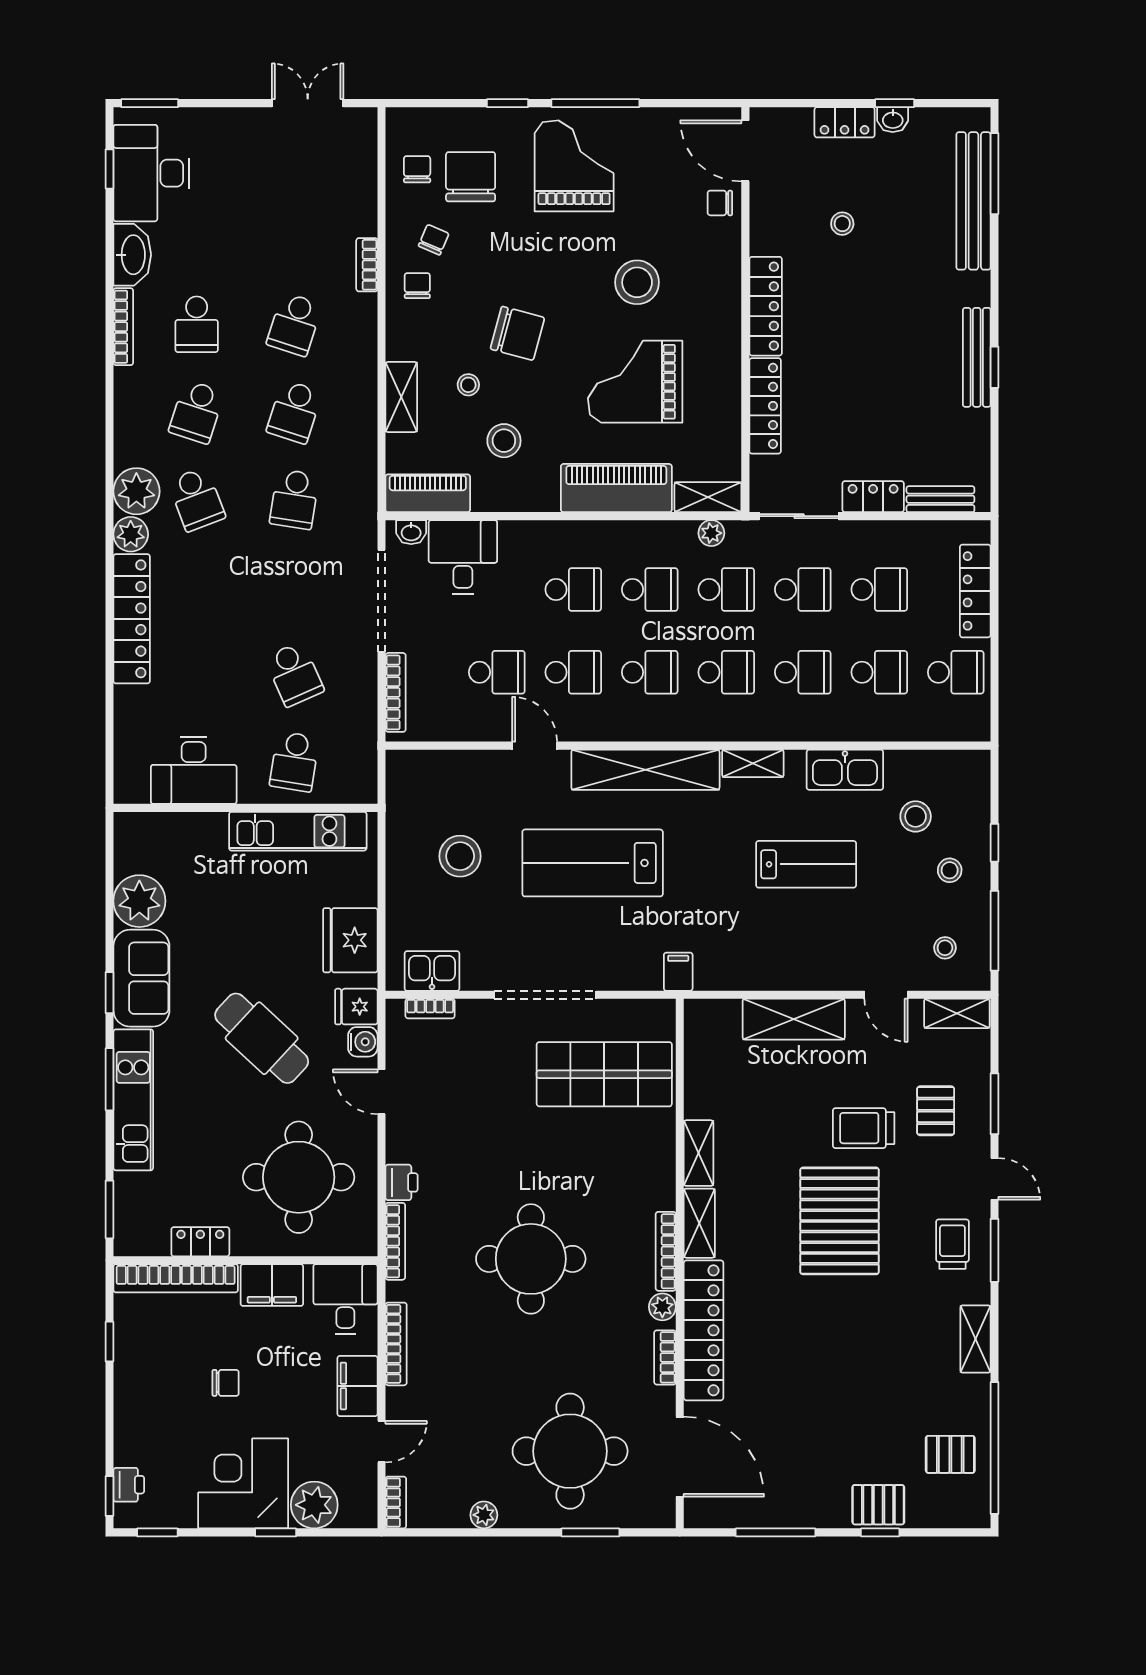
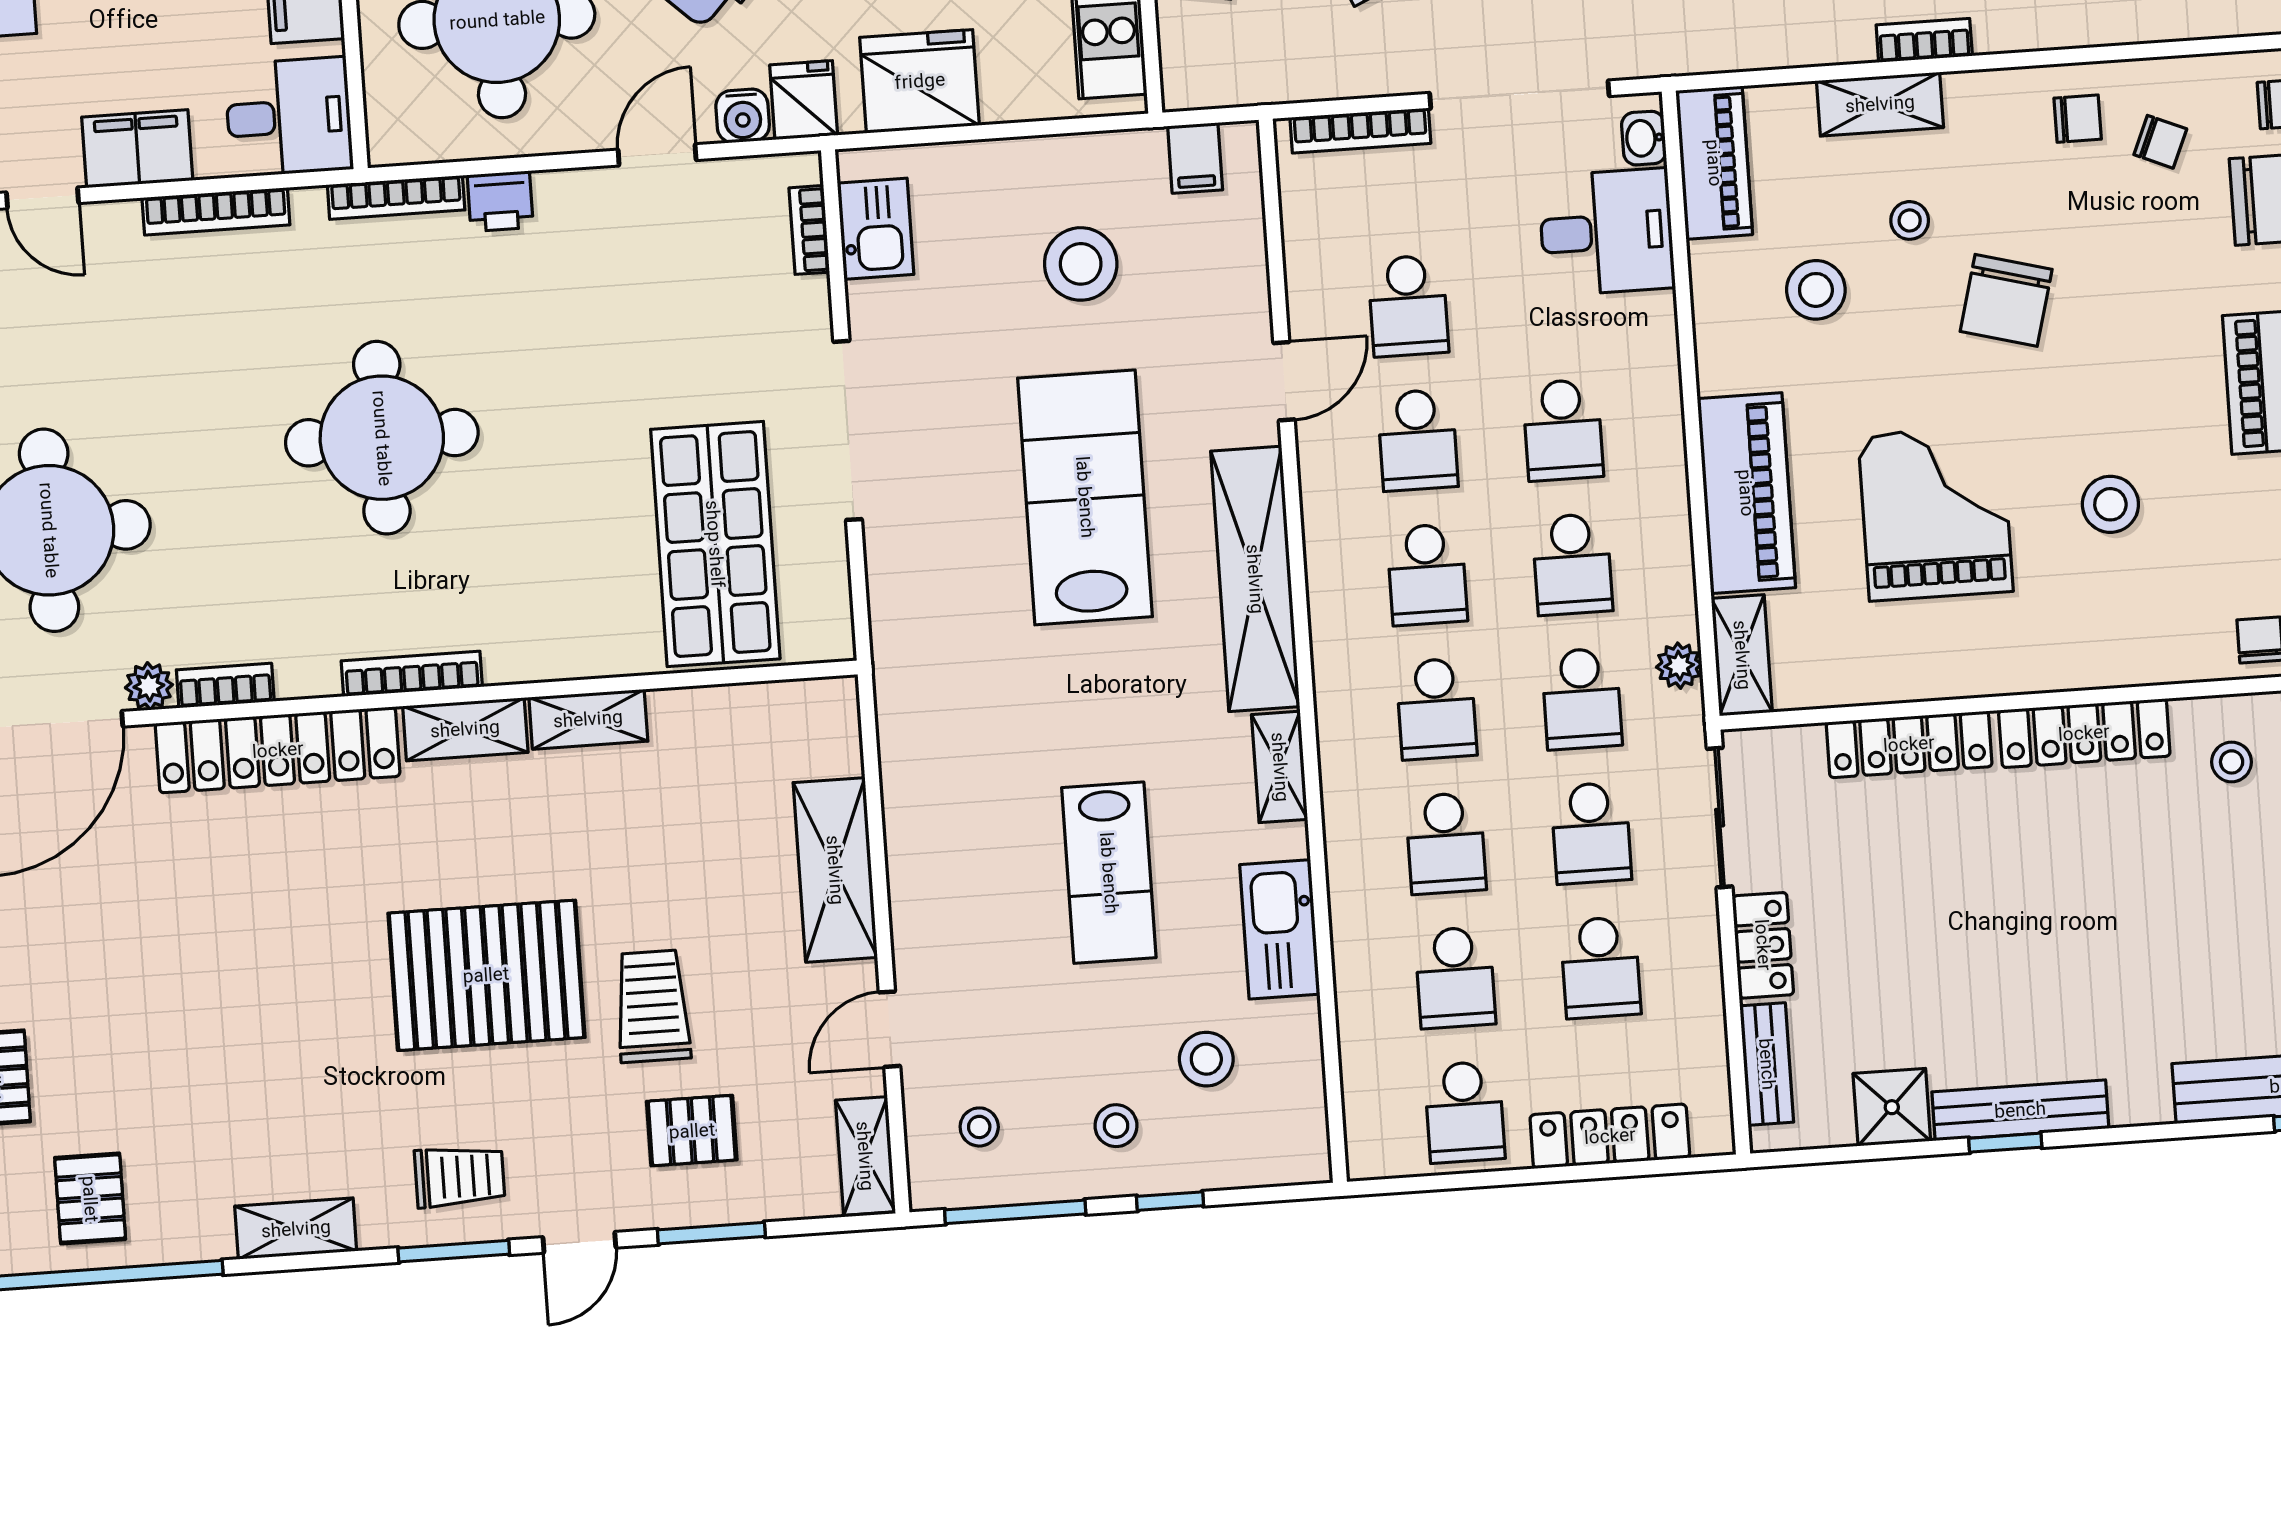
stool: (842, 224) -> (2232, 762), moved
bookcase: (367, 265) -> (1924, 40), moved
stool: (637, 282) -> (2110, 504), width x0.73, depth x0.73
shower: (970, 430) -> (1892, 1107), added
filing cabinet: (678, 972) -> (1195, 158), moved, turned 90
plant: (662, 1307) -> (149, 686), moved

